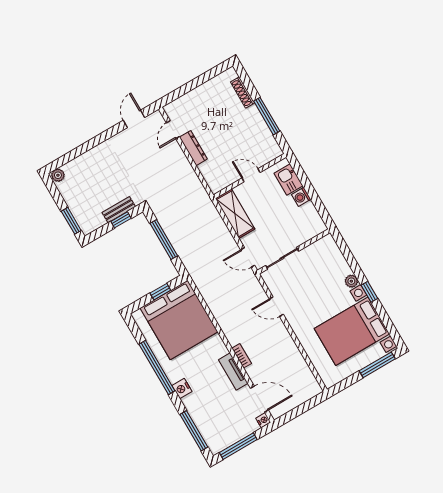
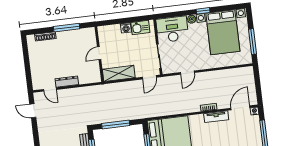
kitchen sink: (289, 180) -> (140, 28), moved
desk: (326, 261) -> (172, 29), added
window: (377, 365) -> (252, 42), moved

